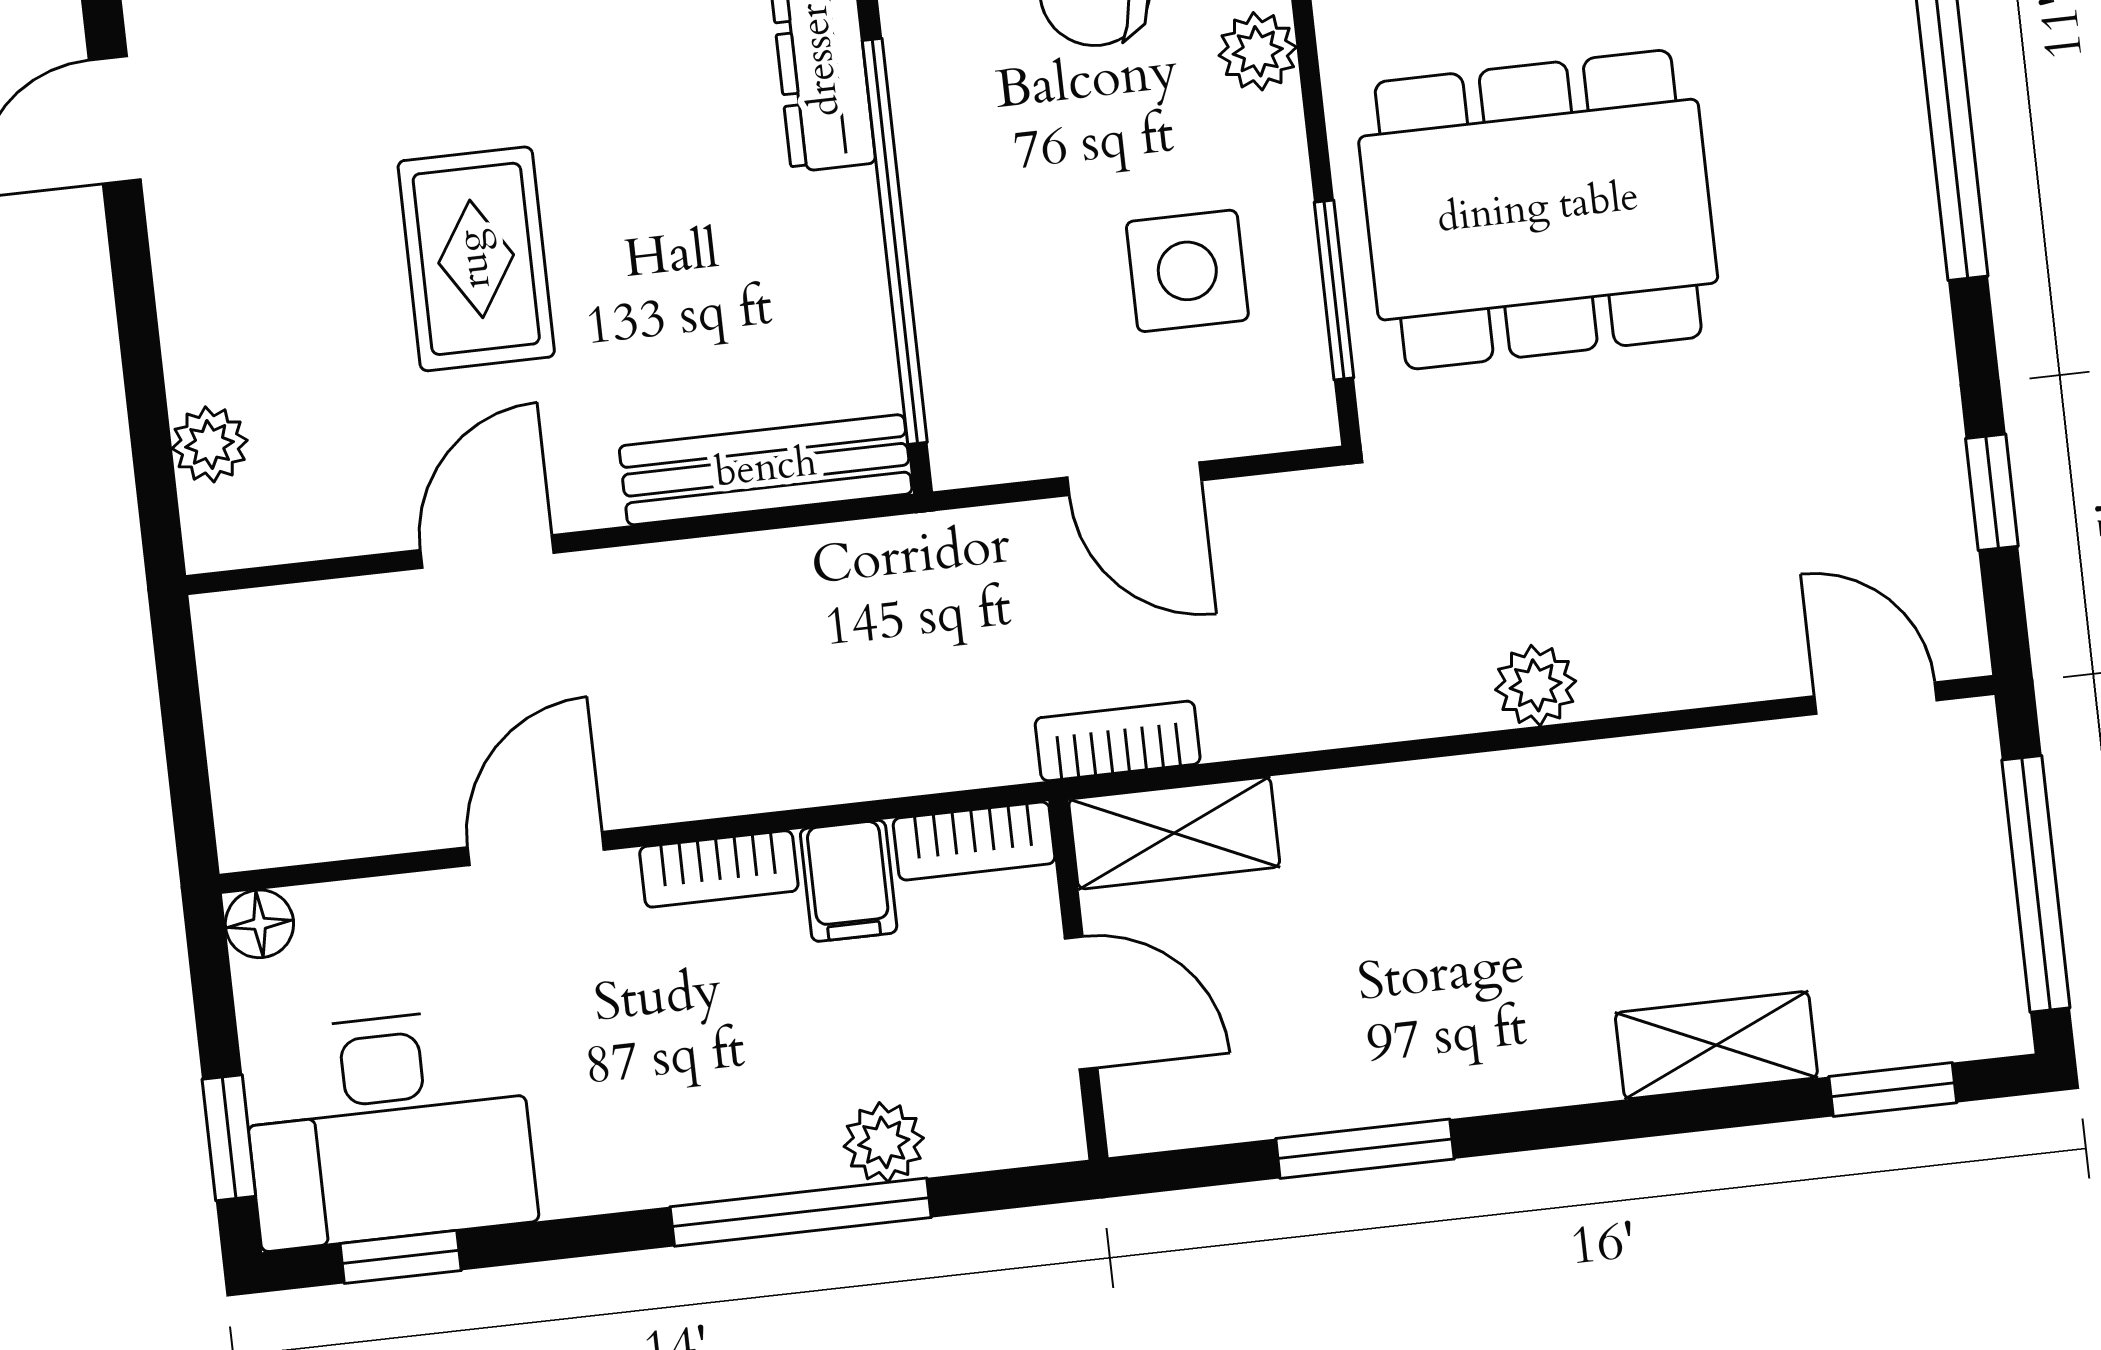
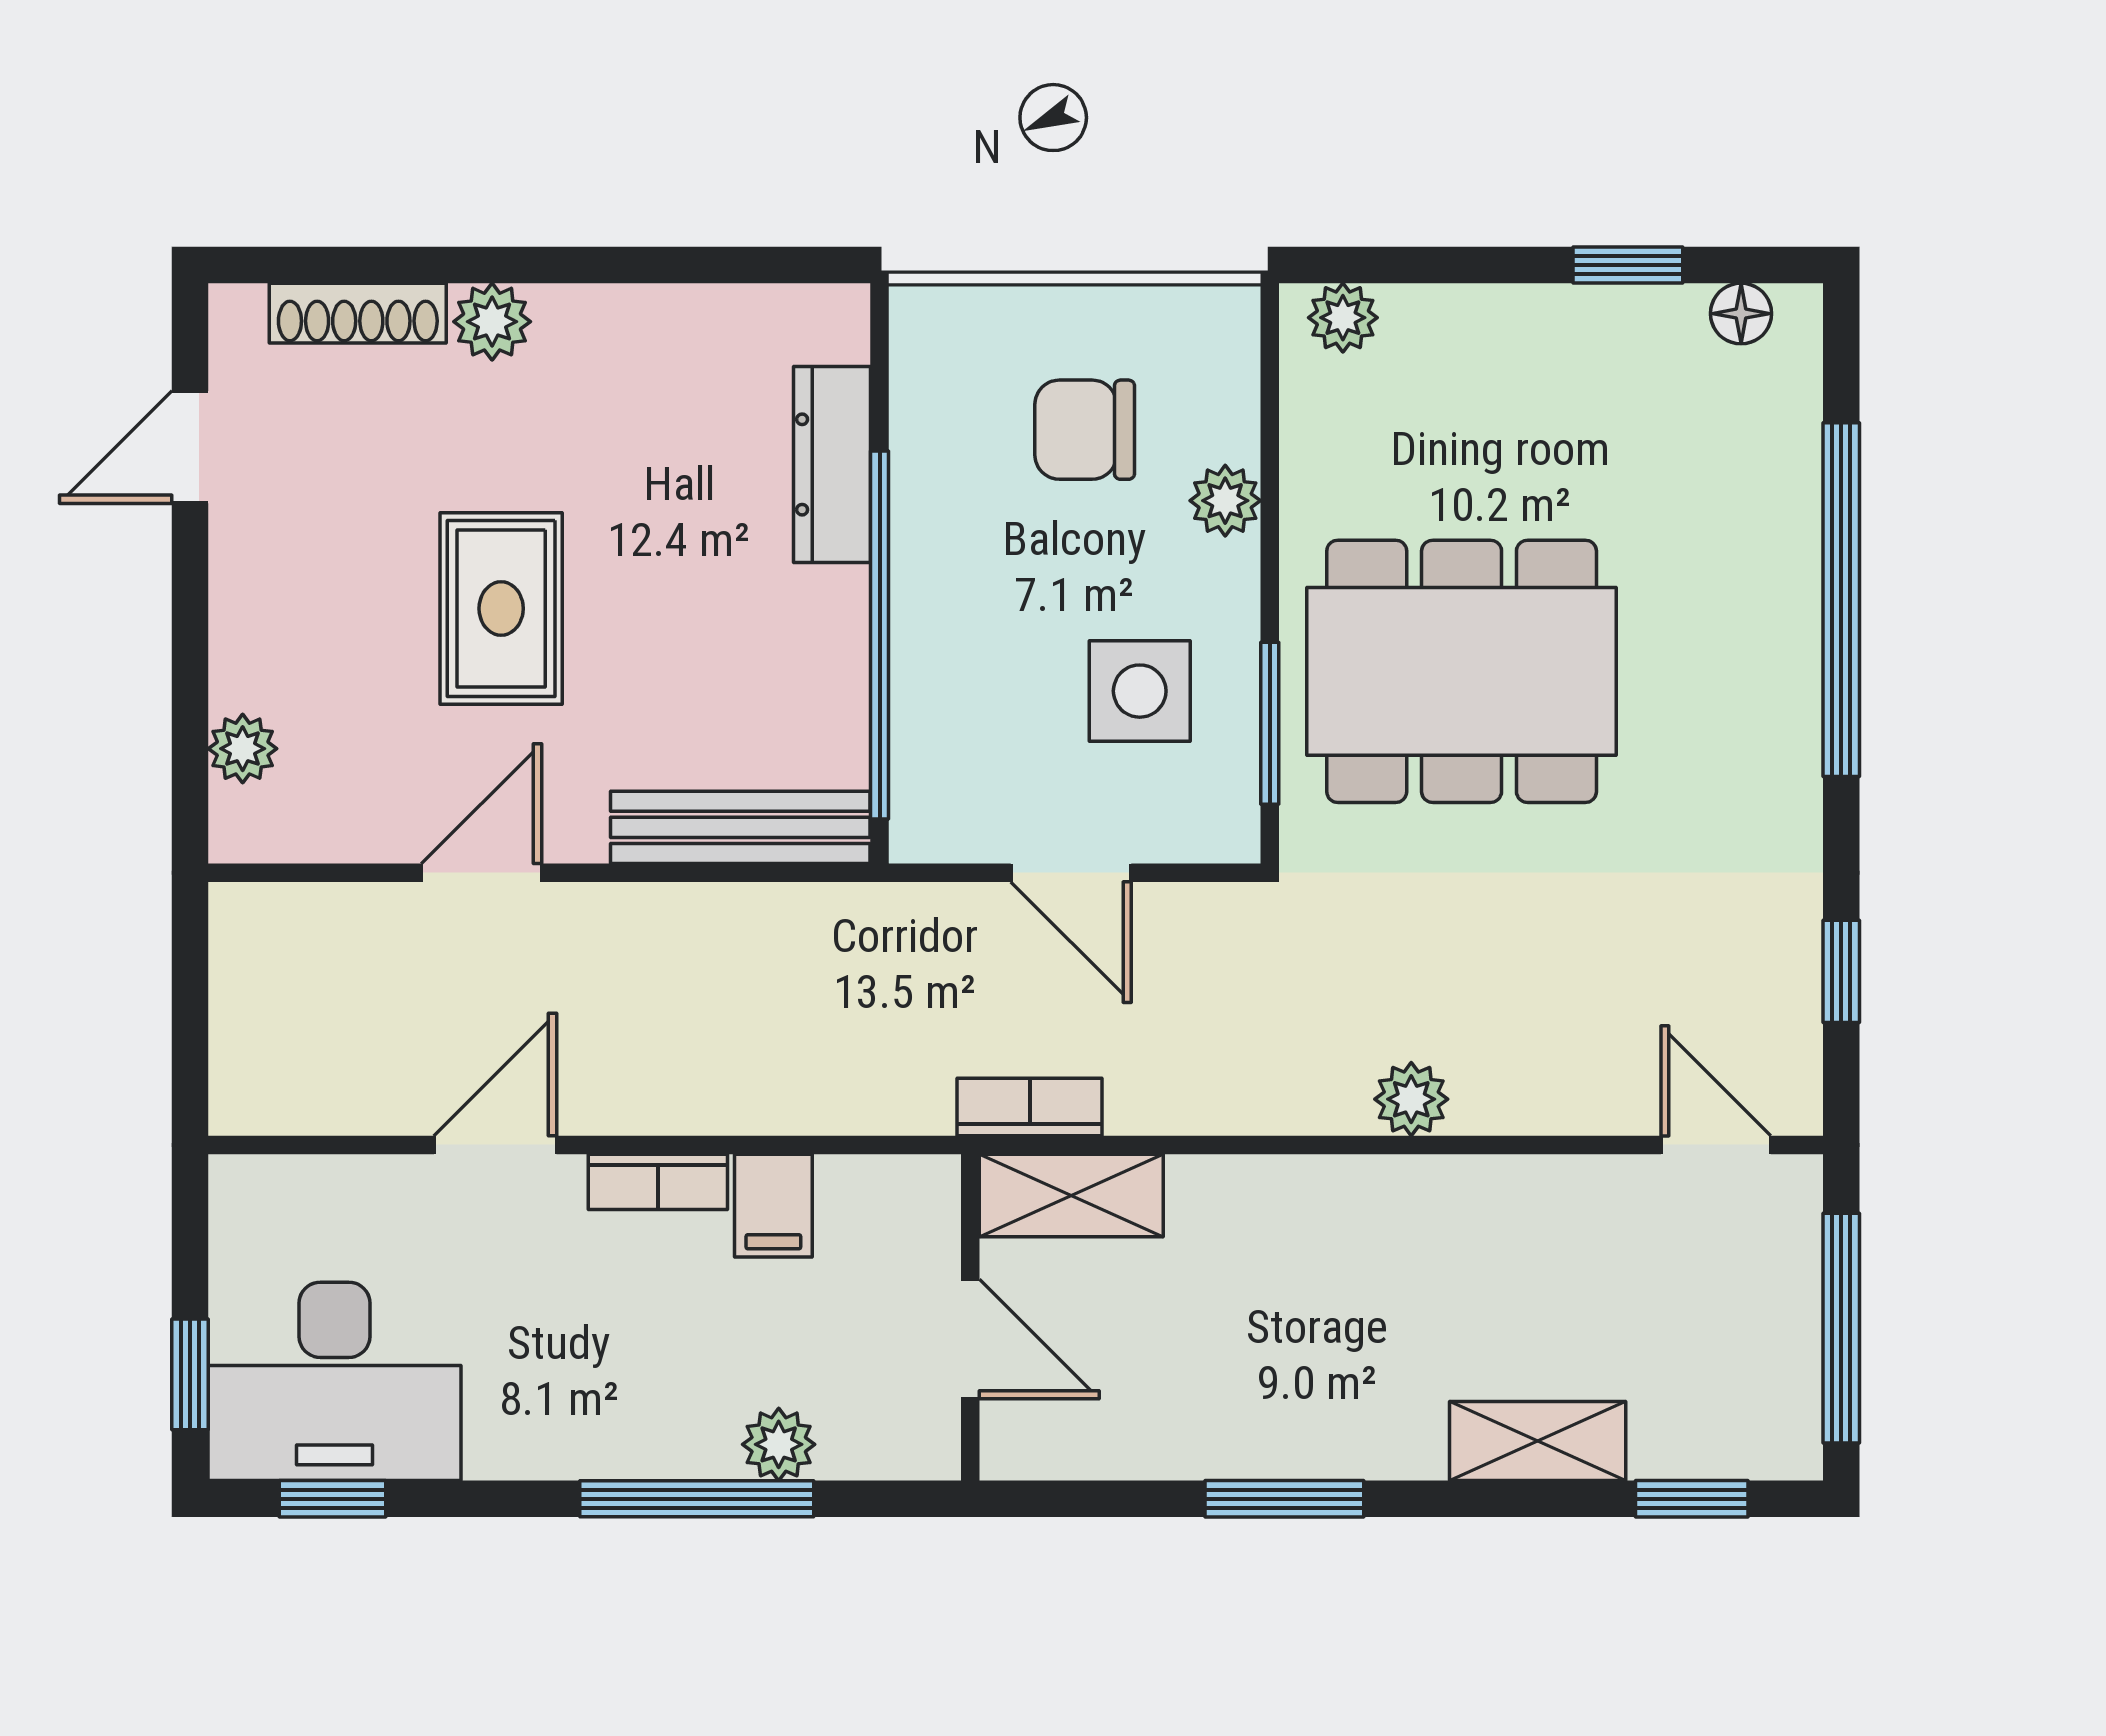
bookcase: (974, 841) -> (890, 1182), removed
floor lamp: (259, 924) -> (239, 1185), removed
window: (1365, 1149) -> (1284, 1499), moved

